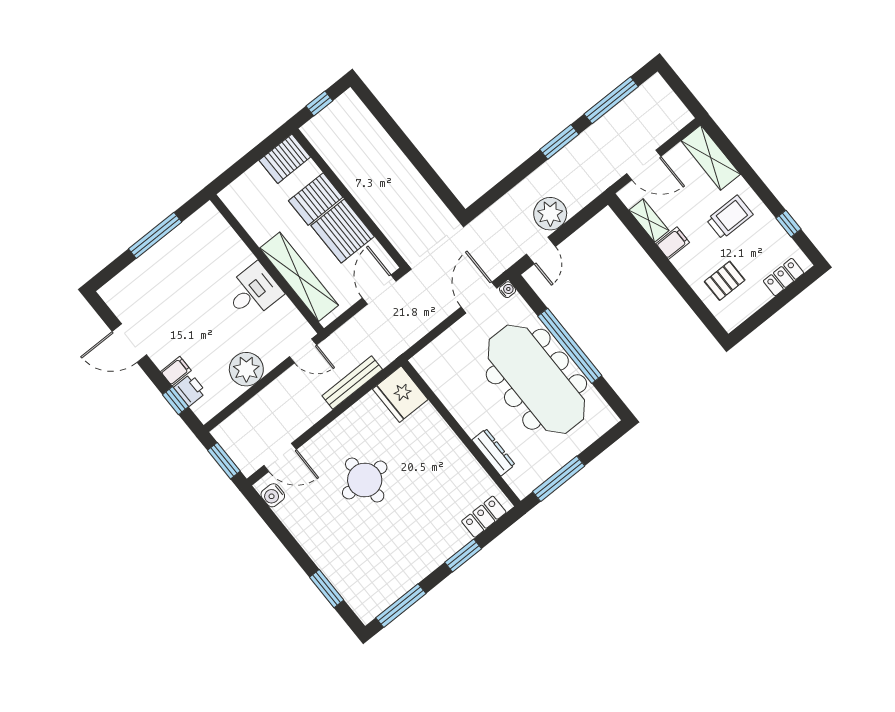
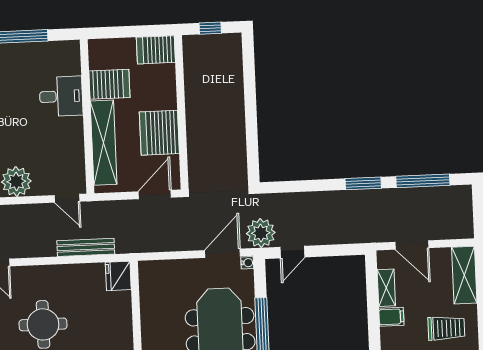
server rack: (316, 199) -> (109, 84), moved, turned 180
plant: (550, 214) -> (261, 233), moved
desk: (253, 292) -> (61, 96), moved
fridge: (400, 394) -> (118, 276), width x0.73, depth x0.75

